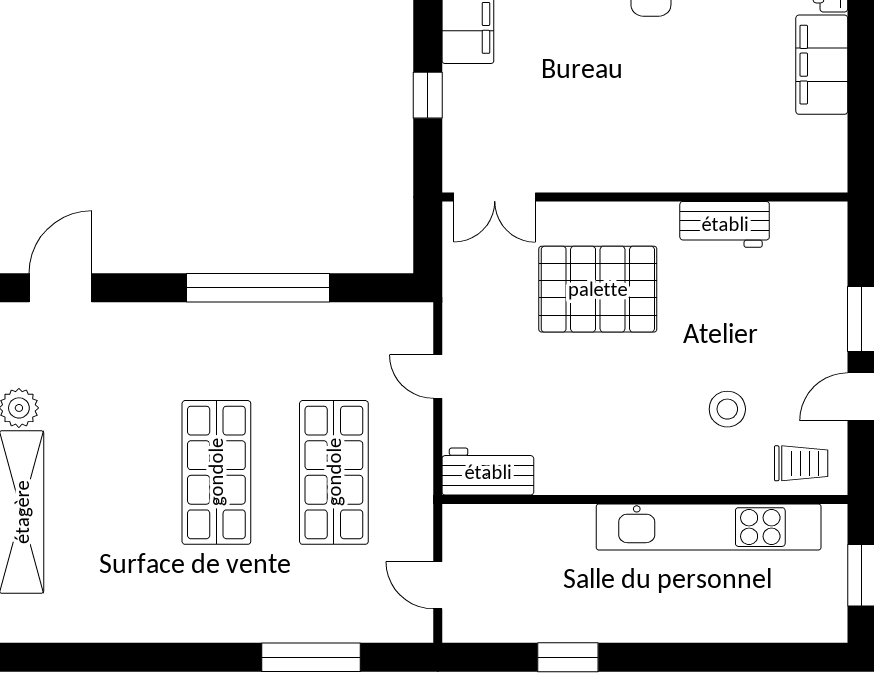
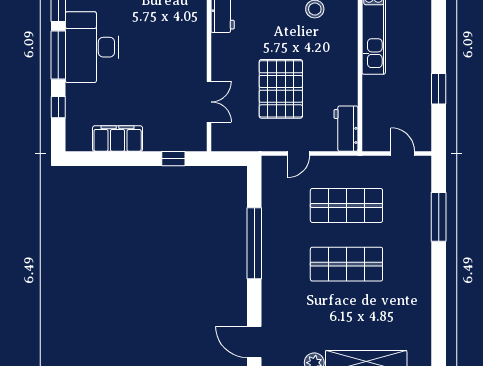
window: (428, 95) -> (173, 159), moved
double door: (495, 197) -> (209, 102), moved
pallet: (598, 289) -> (281, 89), moved
door: (438, 585) -> (403, 154), swing flipped

